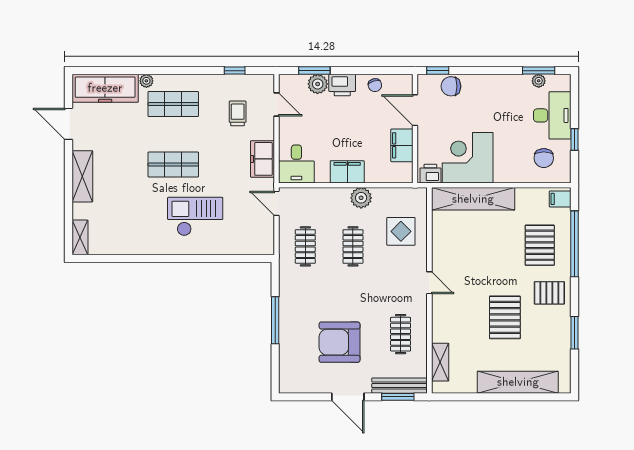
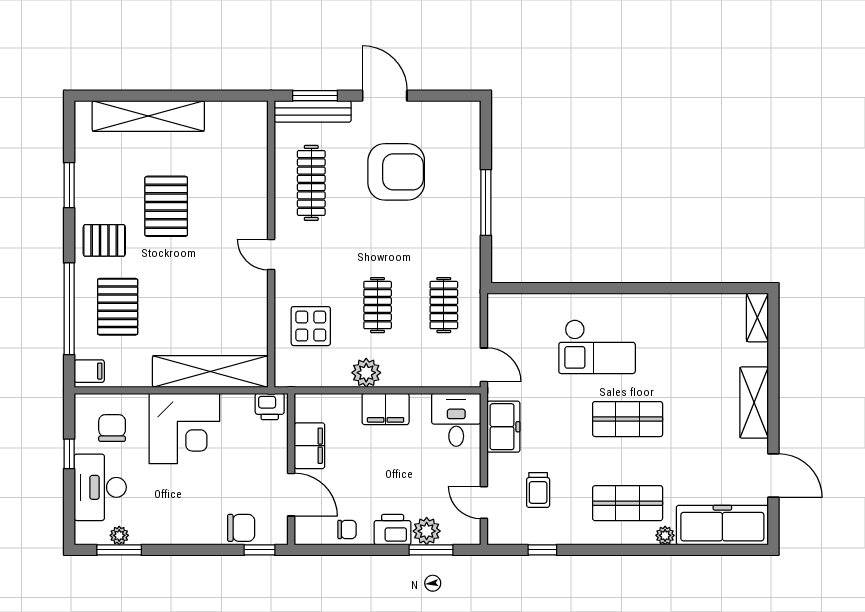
chair: (375, 85) -> (347, 529), turned 107
corner desk: (468, 158) -> (184, 428), moved
clothes rail: (401, 334) -> (311, 183), width x1.36
shelving: (440, 362) -> (256, 144), removed

